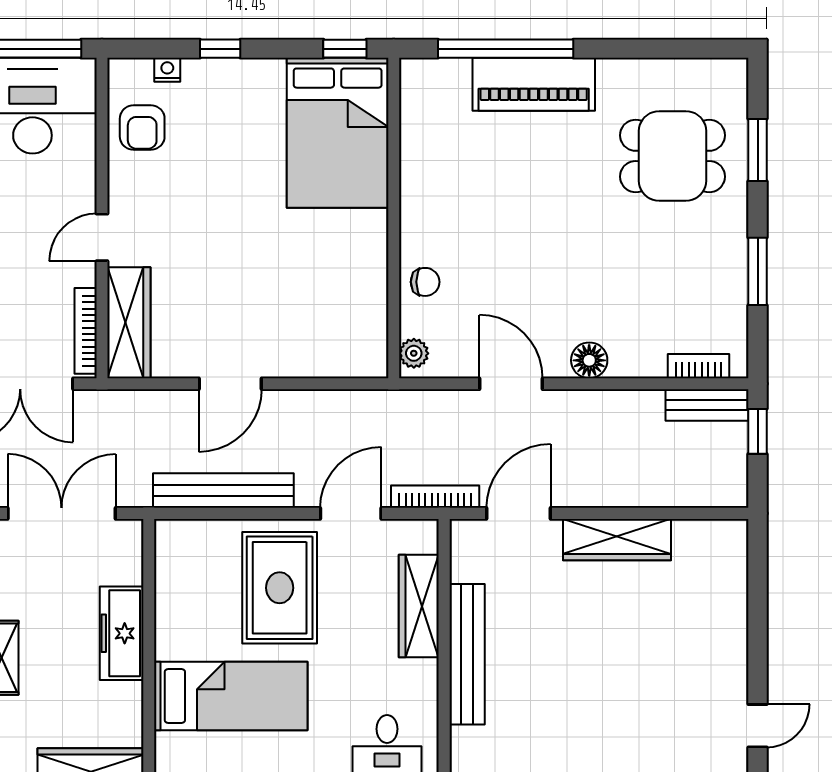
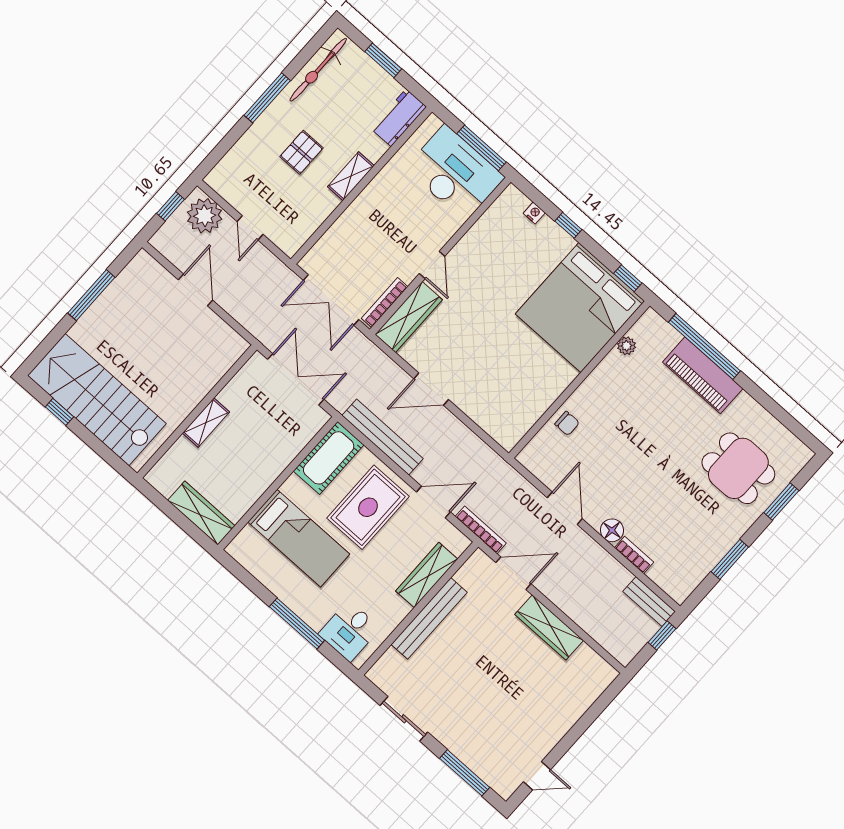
armchair: (142, 128) -> (498, 230), removed
bed: (338, 133) -> (580, 307), width x1.36
door: (102, 237) -> (432, 265), swing flipped
plant: (414, 353) -> (626, 346), moved
bookcase: (699, 366) -> (634, 555), moved
cot: (182, 571) -> (329, 458), added
freezer: (122, 633) -> (273, 462), removed

